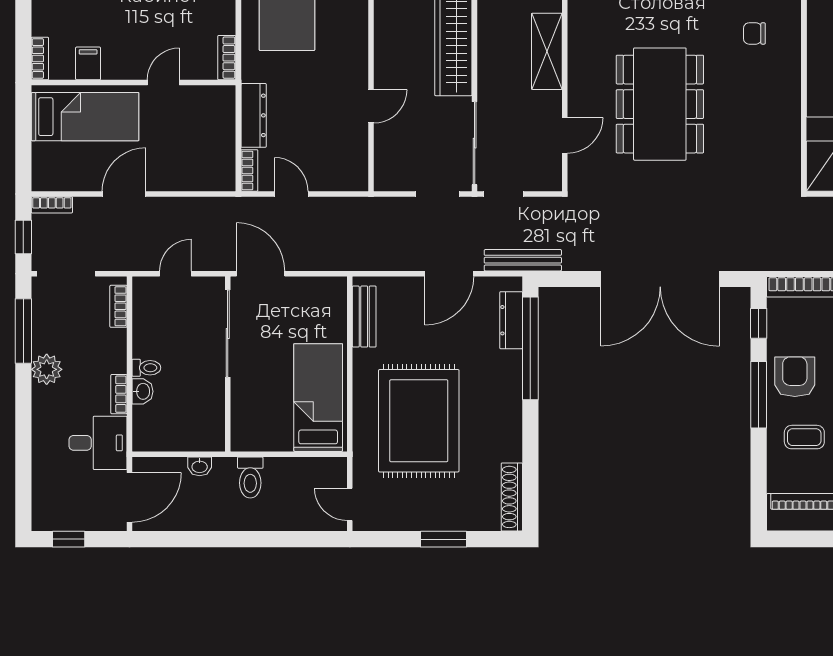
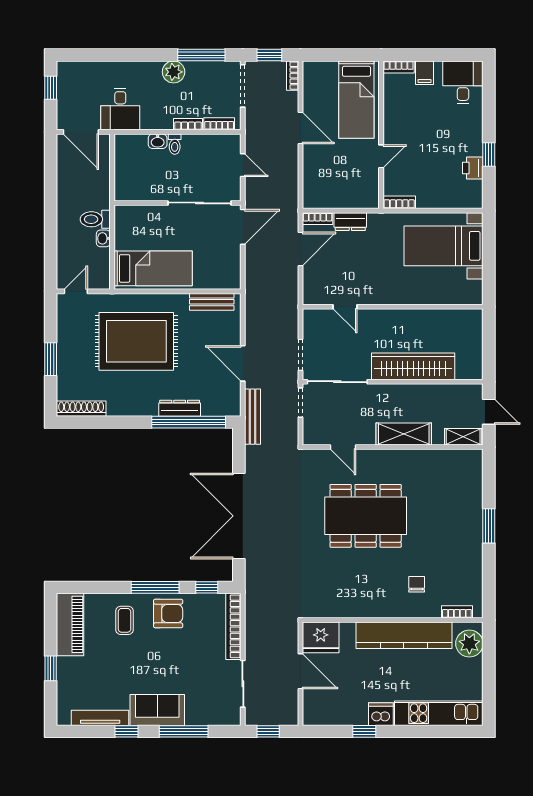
filing cabinet: (88, 63) -> (425, 73), moved, turned 90
door: (163, 83) -> (381, 156), hinge flipped
door: (371, 106) -> (345, 307), moved
dresser: (254, 115) -> (350, 222), width x0.70
door: (291, 194) -> (300, 249), width x1.38
dresser: (511, 320) -> (180, 408), moved
bookcase: (119, 394) -> (188, 124), moved
washbasin: (200, 466) -> (103, 238), moved

